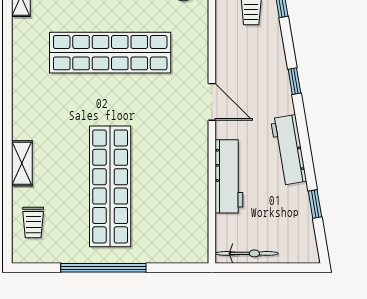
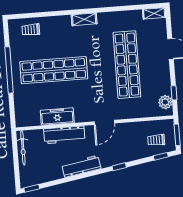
shelving: (22, 163) -> (84, 19), moved
freezer: (195, 186) -> (57, 117), added
window: (315, 204) -> (32, 188), moved

